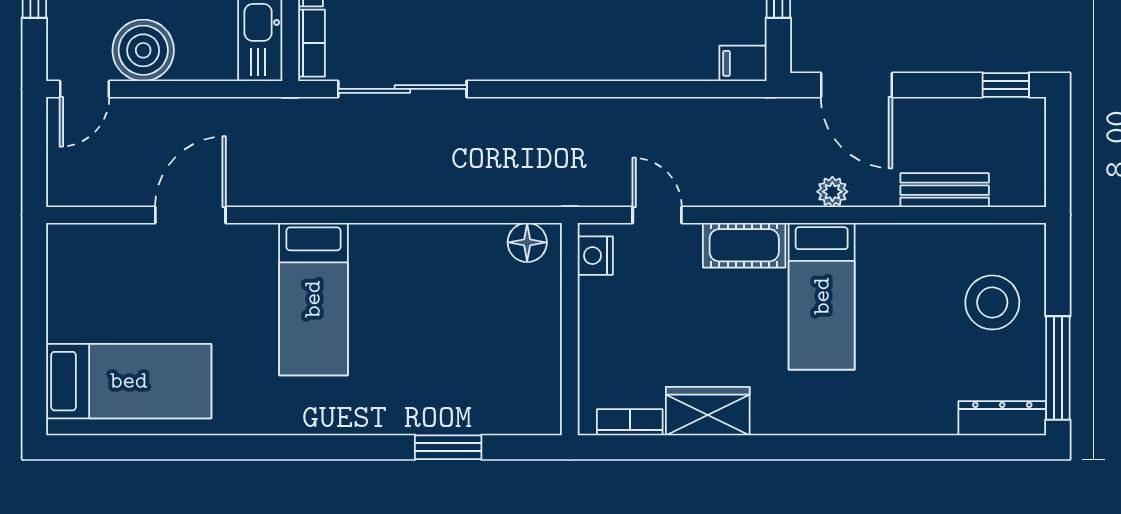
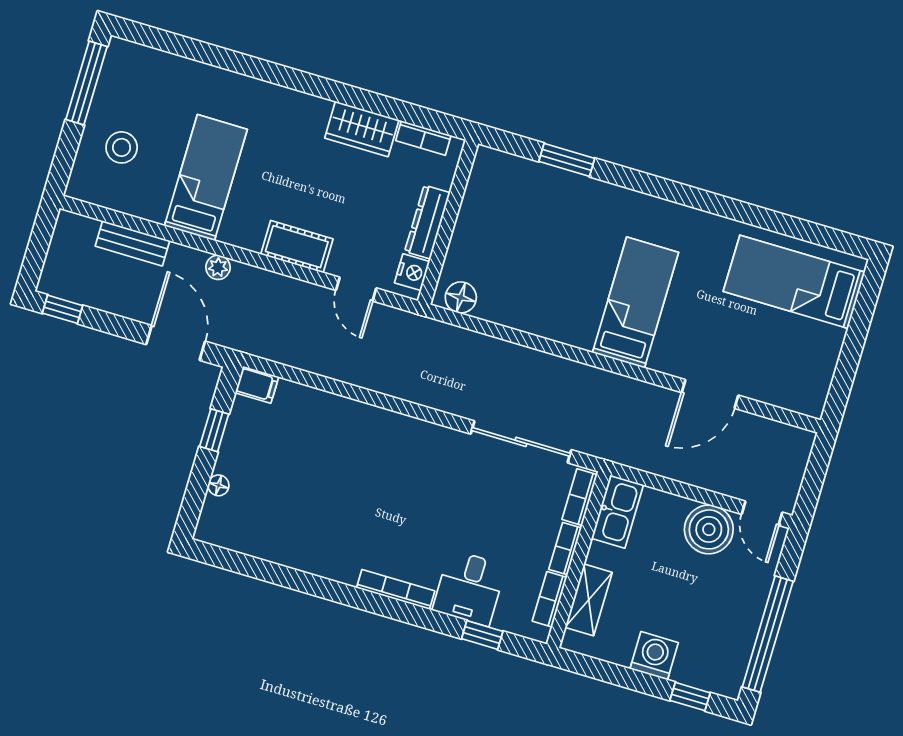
door: (84, 89) -> (762, 513), swing flipped
bed: (822, 296) -> (206, 178), moved
stool: (992, 302) -> (122, 147), width x0.73, depth x0.73
dresser: (1002, 418) -> (427, 222), moved, turned 90

